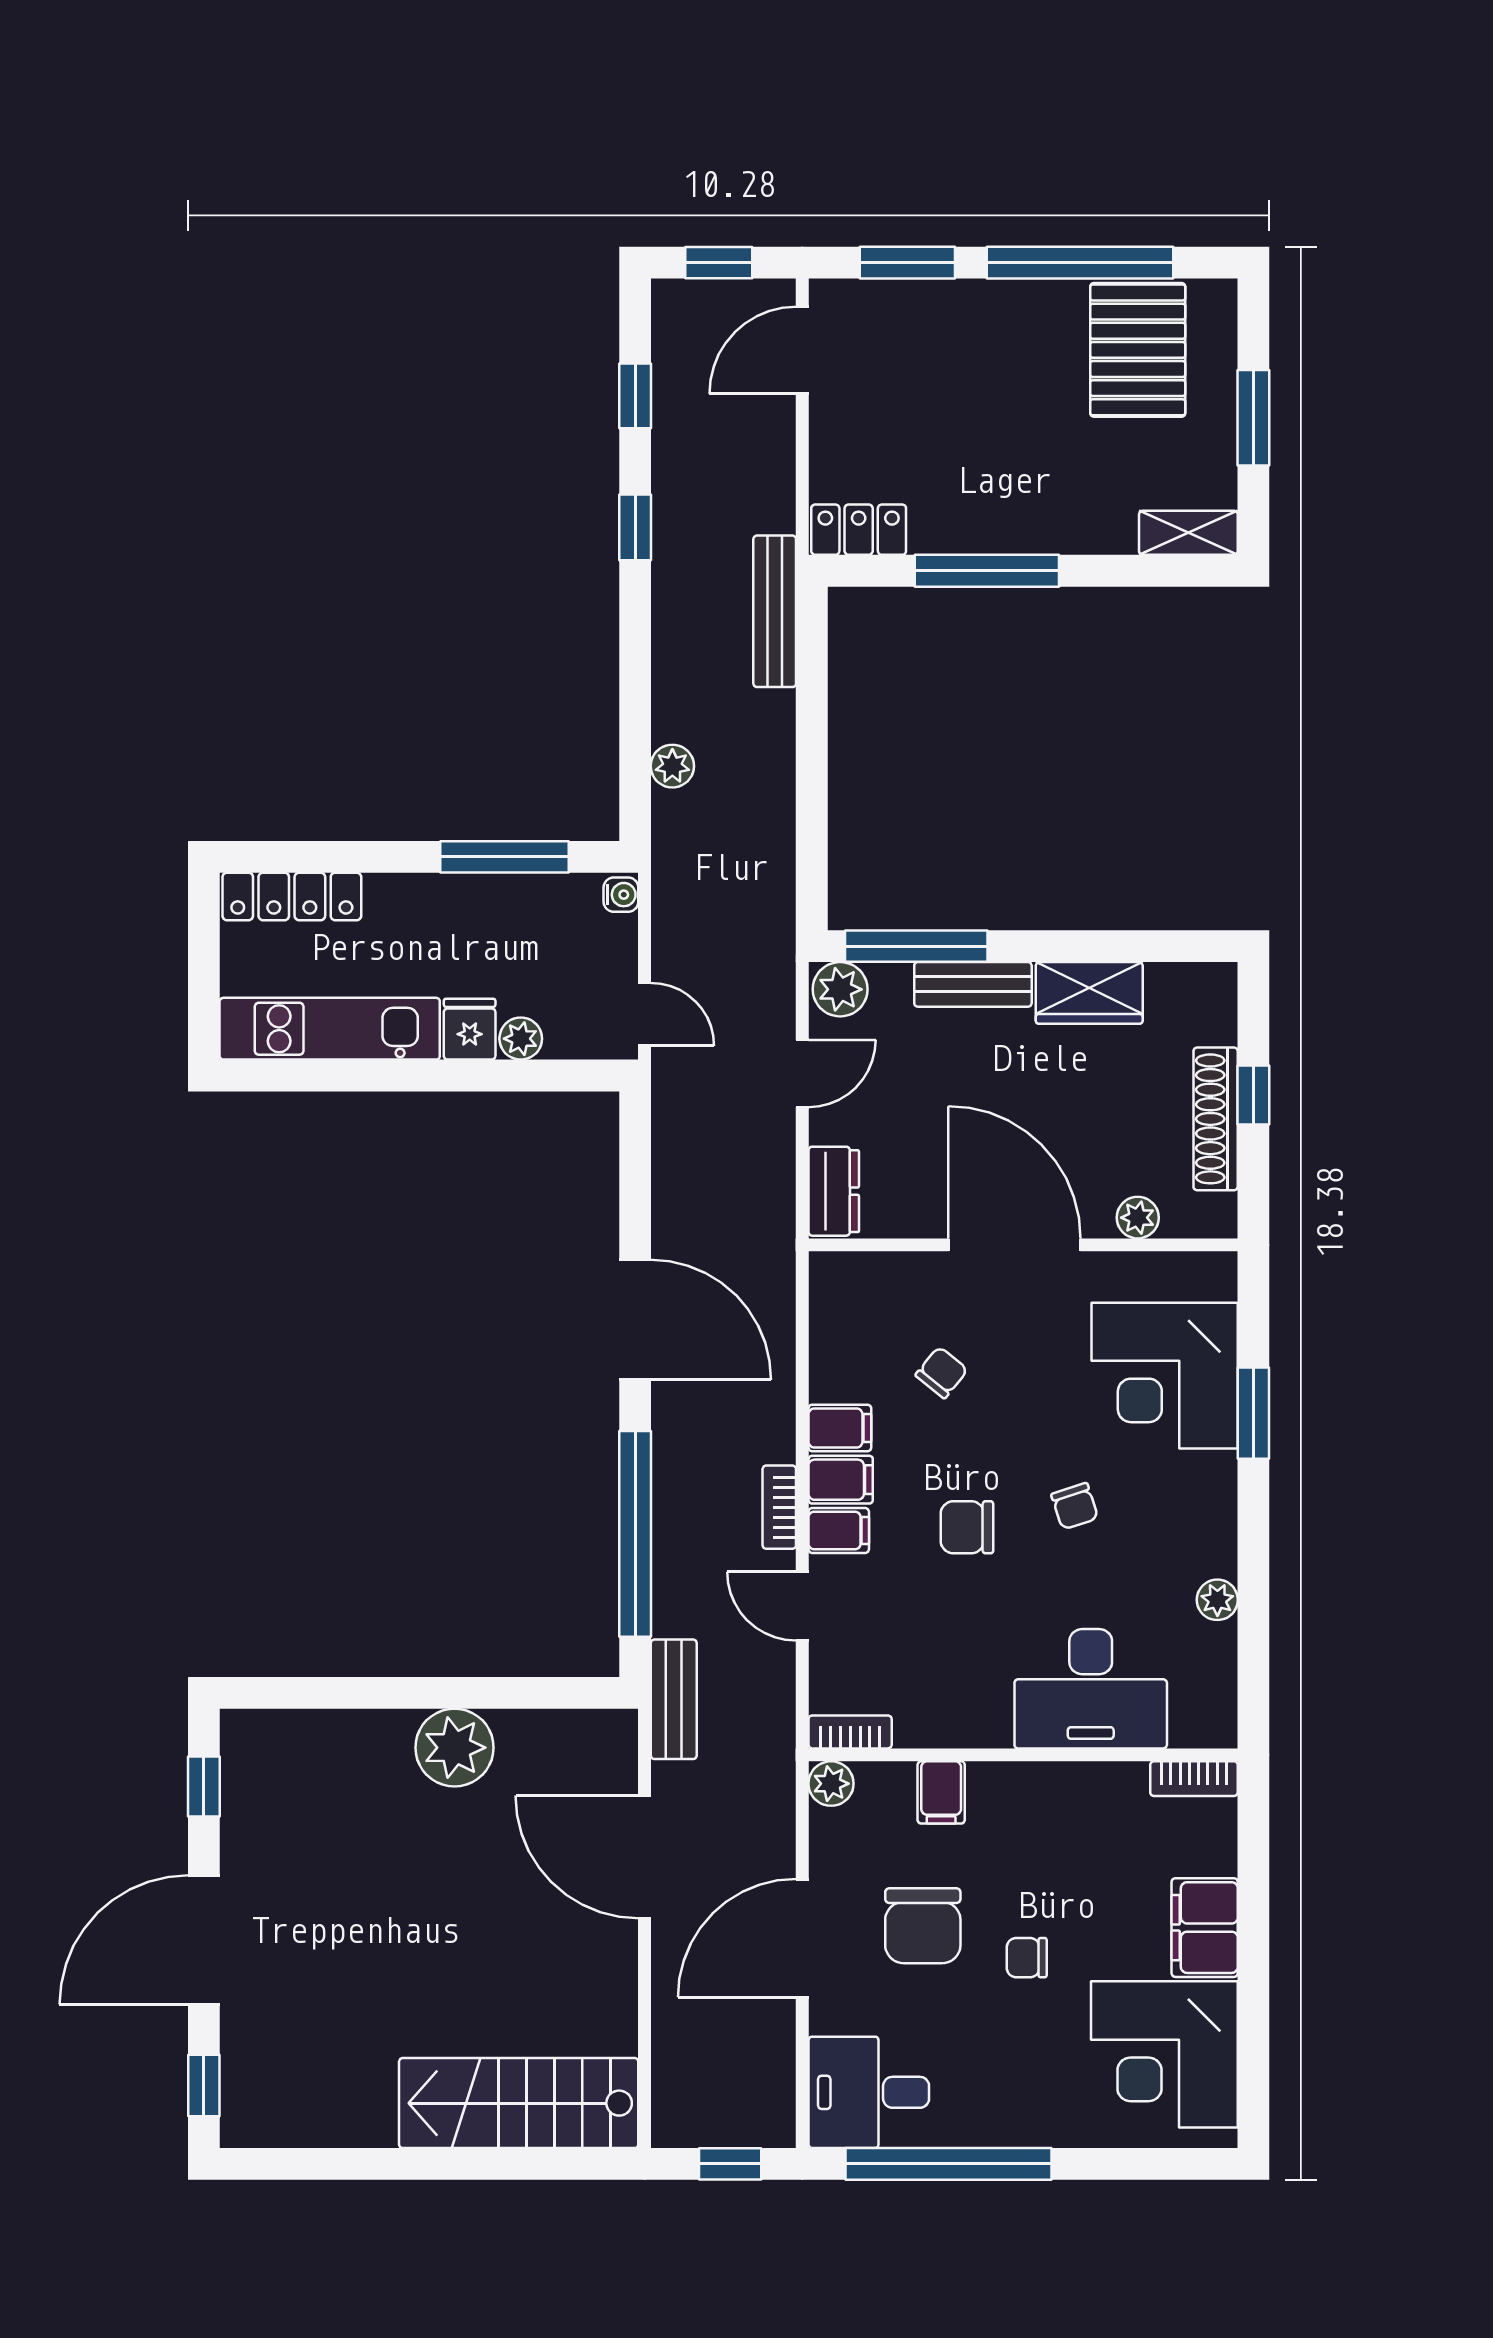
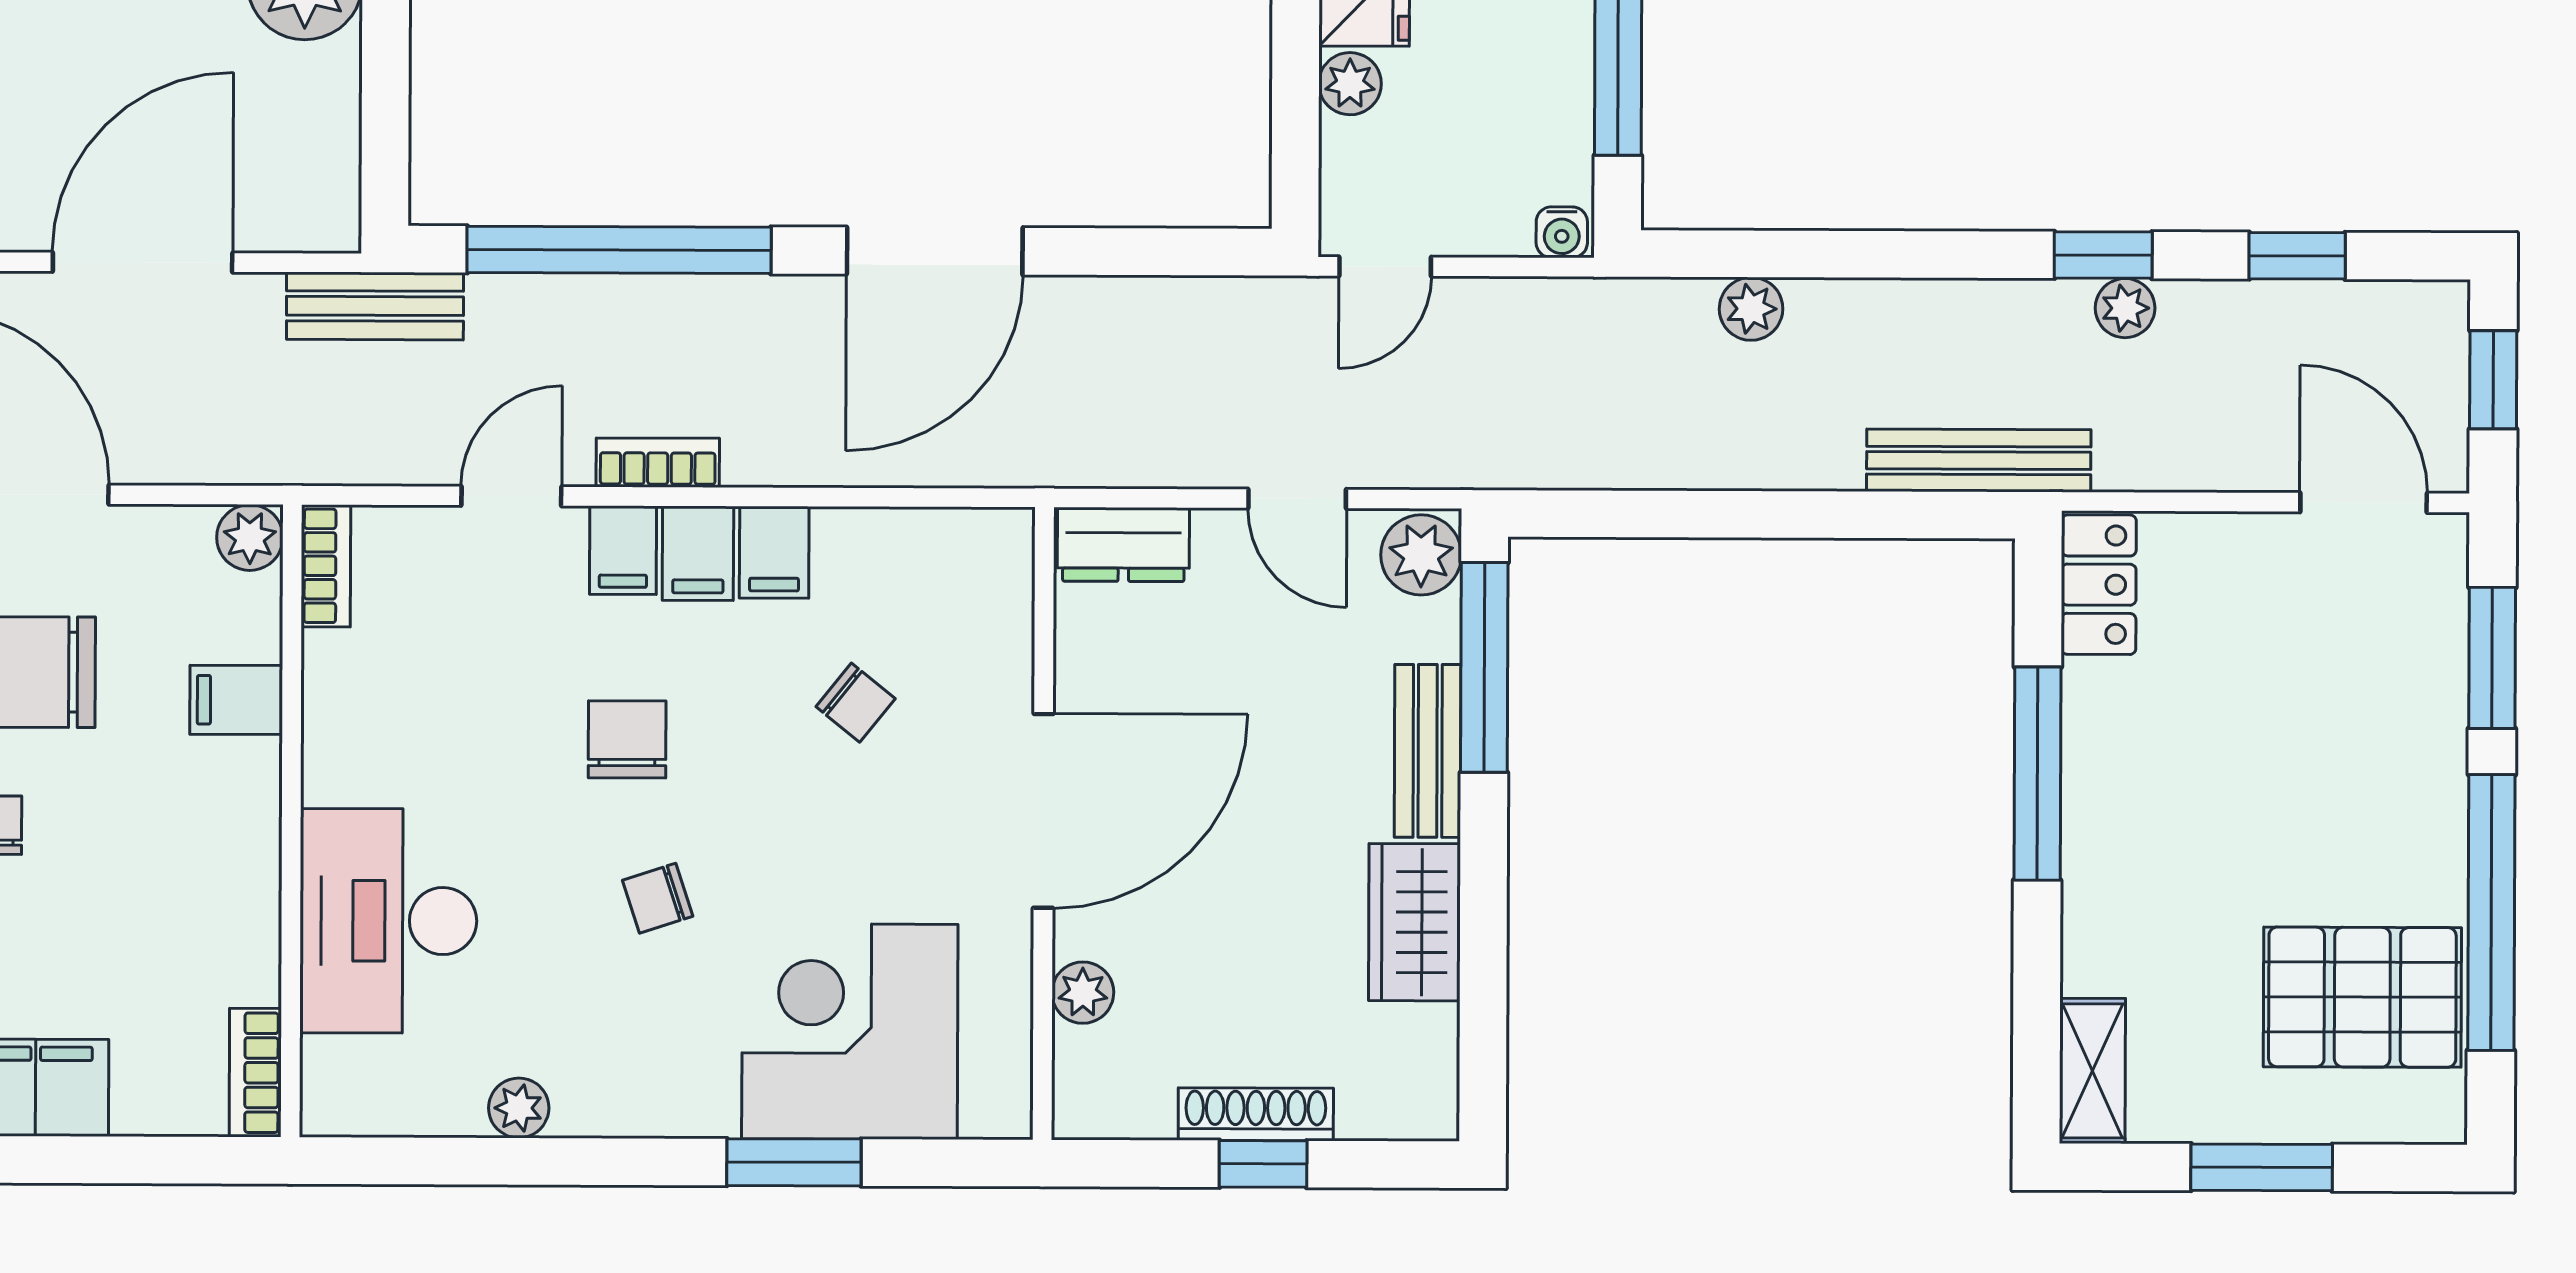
plant: (671, 512) -> (2125, 308), added
shoe rack: (1216, 1119) -> (1256, 1114), width x0.74, depth x0.81

